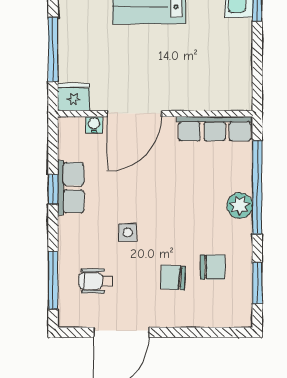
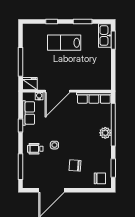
row of seats: (71, 188) -> (29, 113), moved
chair: (213, 267) -> (100, 178), moved
wheelchair: (96, 281) -> (35, 149), moved

